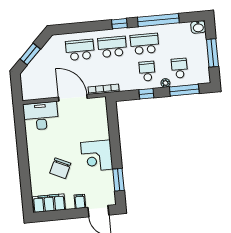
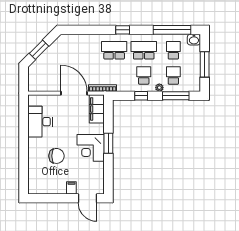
window: (158, 20) -> (172, 30), moved
school desk: (80, 50) -> (173, 50), moved, width x0.54
desk: (41, 116) -> (40, 122), moved, turned -90
chair: (60, 168) -> (56, 156), turned -115
window: (118, 180) -> (108, 143), moved
filing cabinet: (49, 203) -> (97, 109), moved, turned -90

